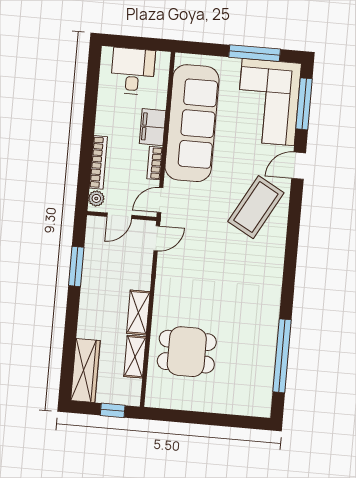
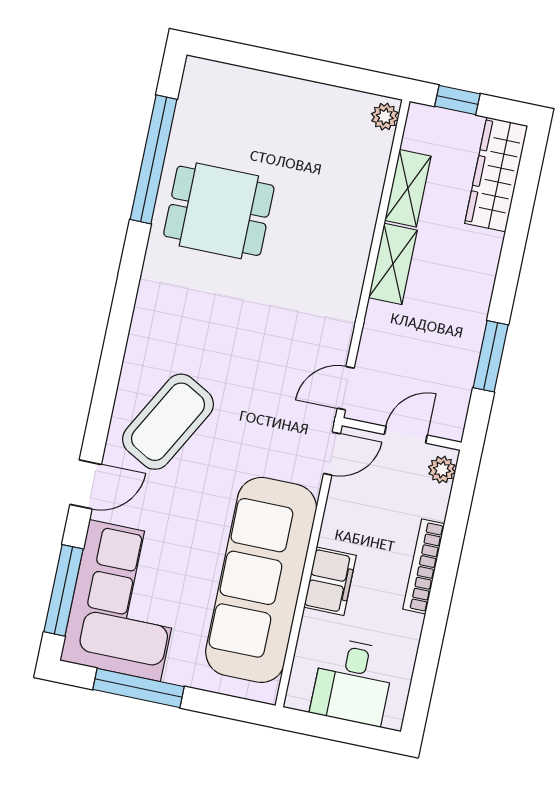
bookcase: (98, 162) -> (424, 566), moved
bookcase: (155, 163) -> (334, 519), removed
dining table: (187, 352) -> (219, 211), moved
plant: (153, 396) -> (385, 117), added

